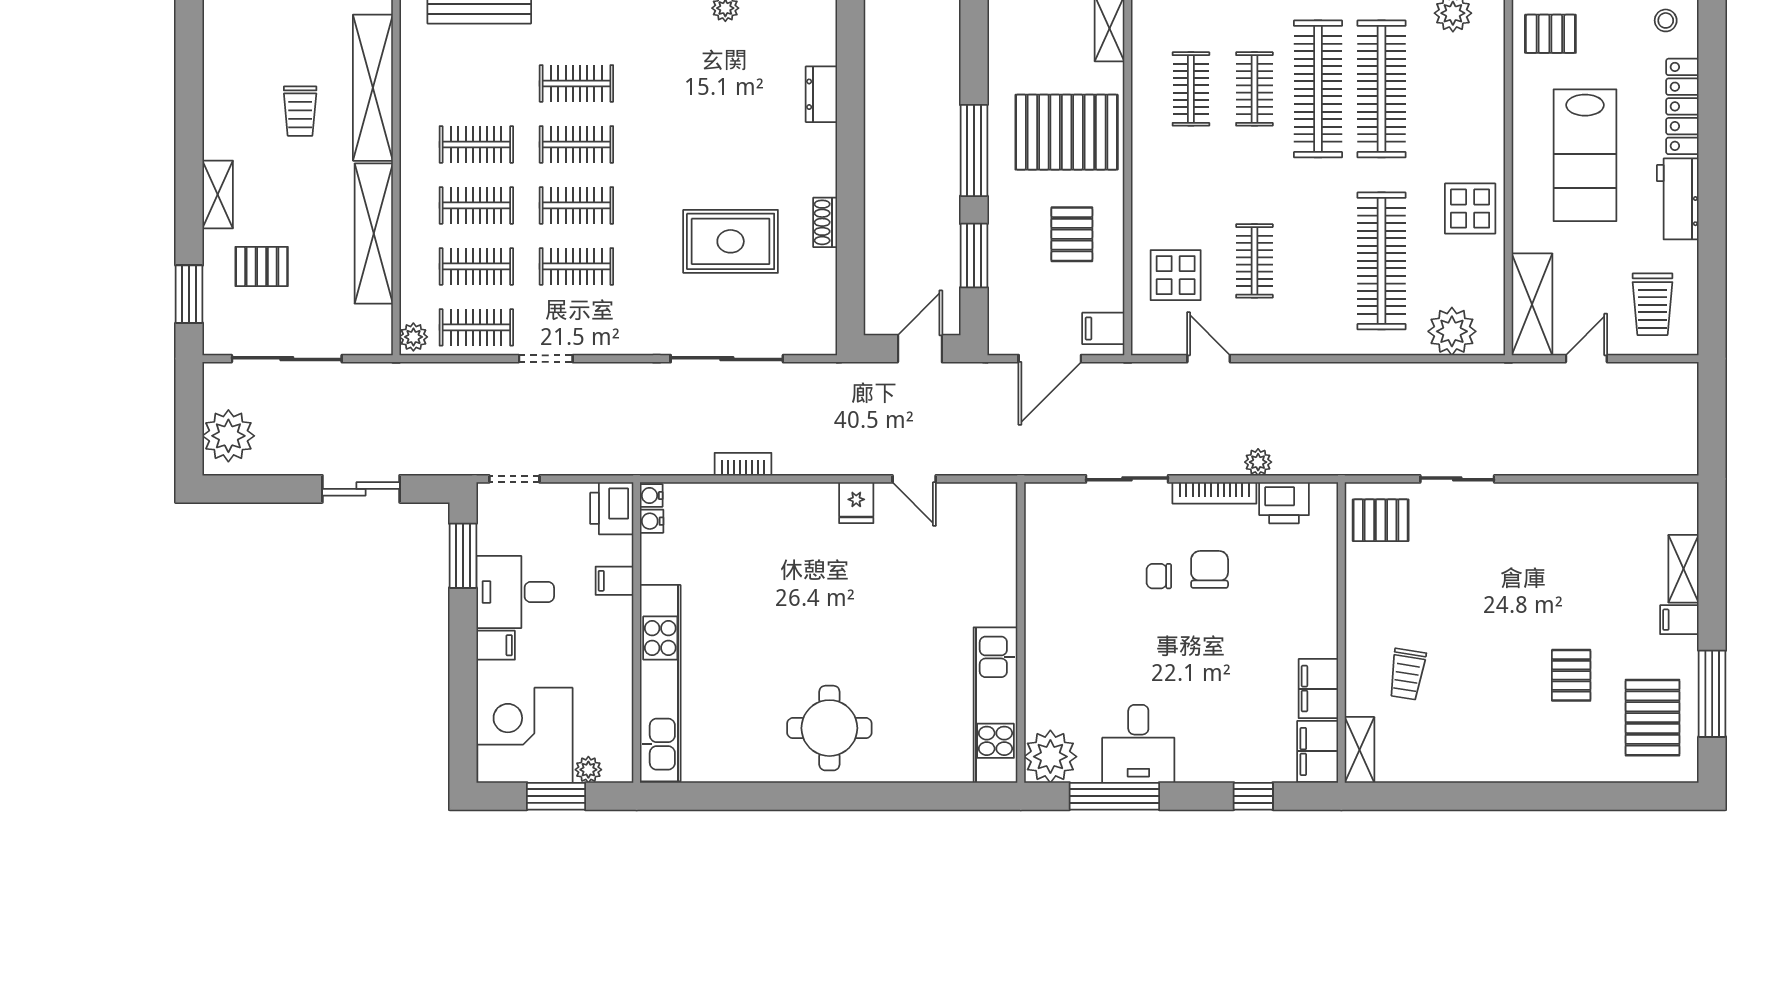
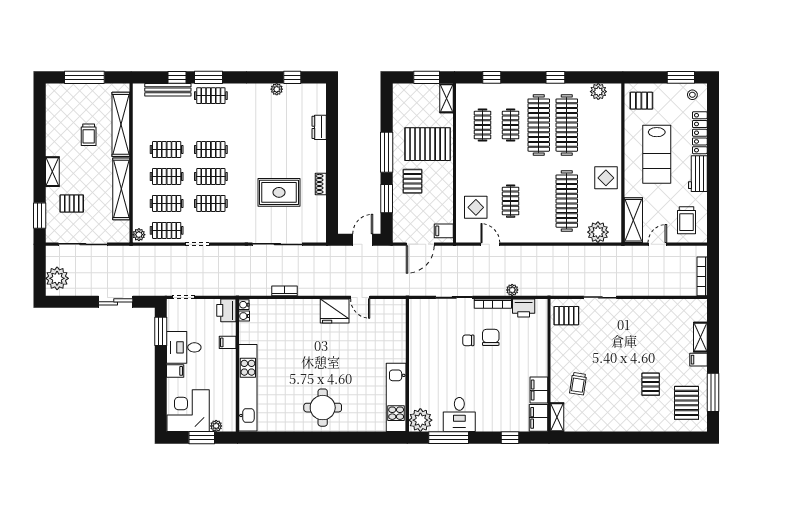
clothes rail: (576, 83) -> (211, 96), moved
pallet: (1072, 234) -> (412, 181), moved
bookcase: (1687, 432) -> (702, 276), added
fridge: (856, 503) -> (335, 311), width x1.88, depth x1.34

